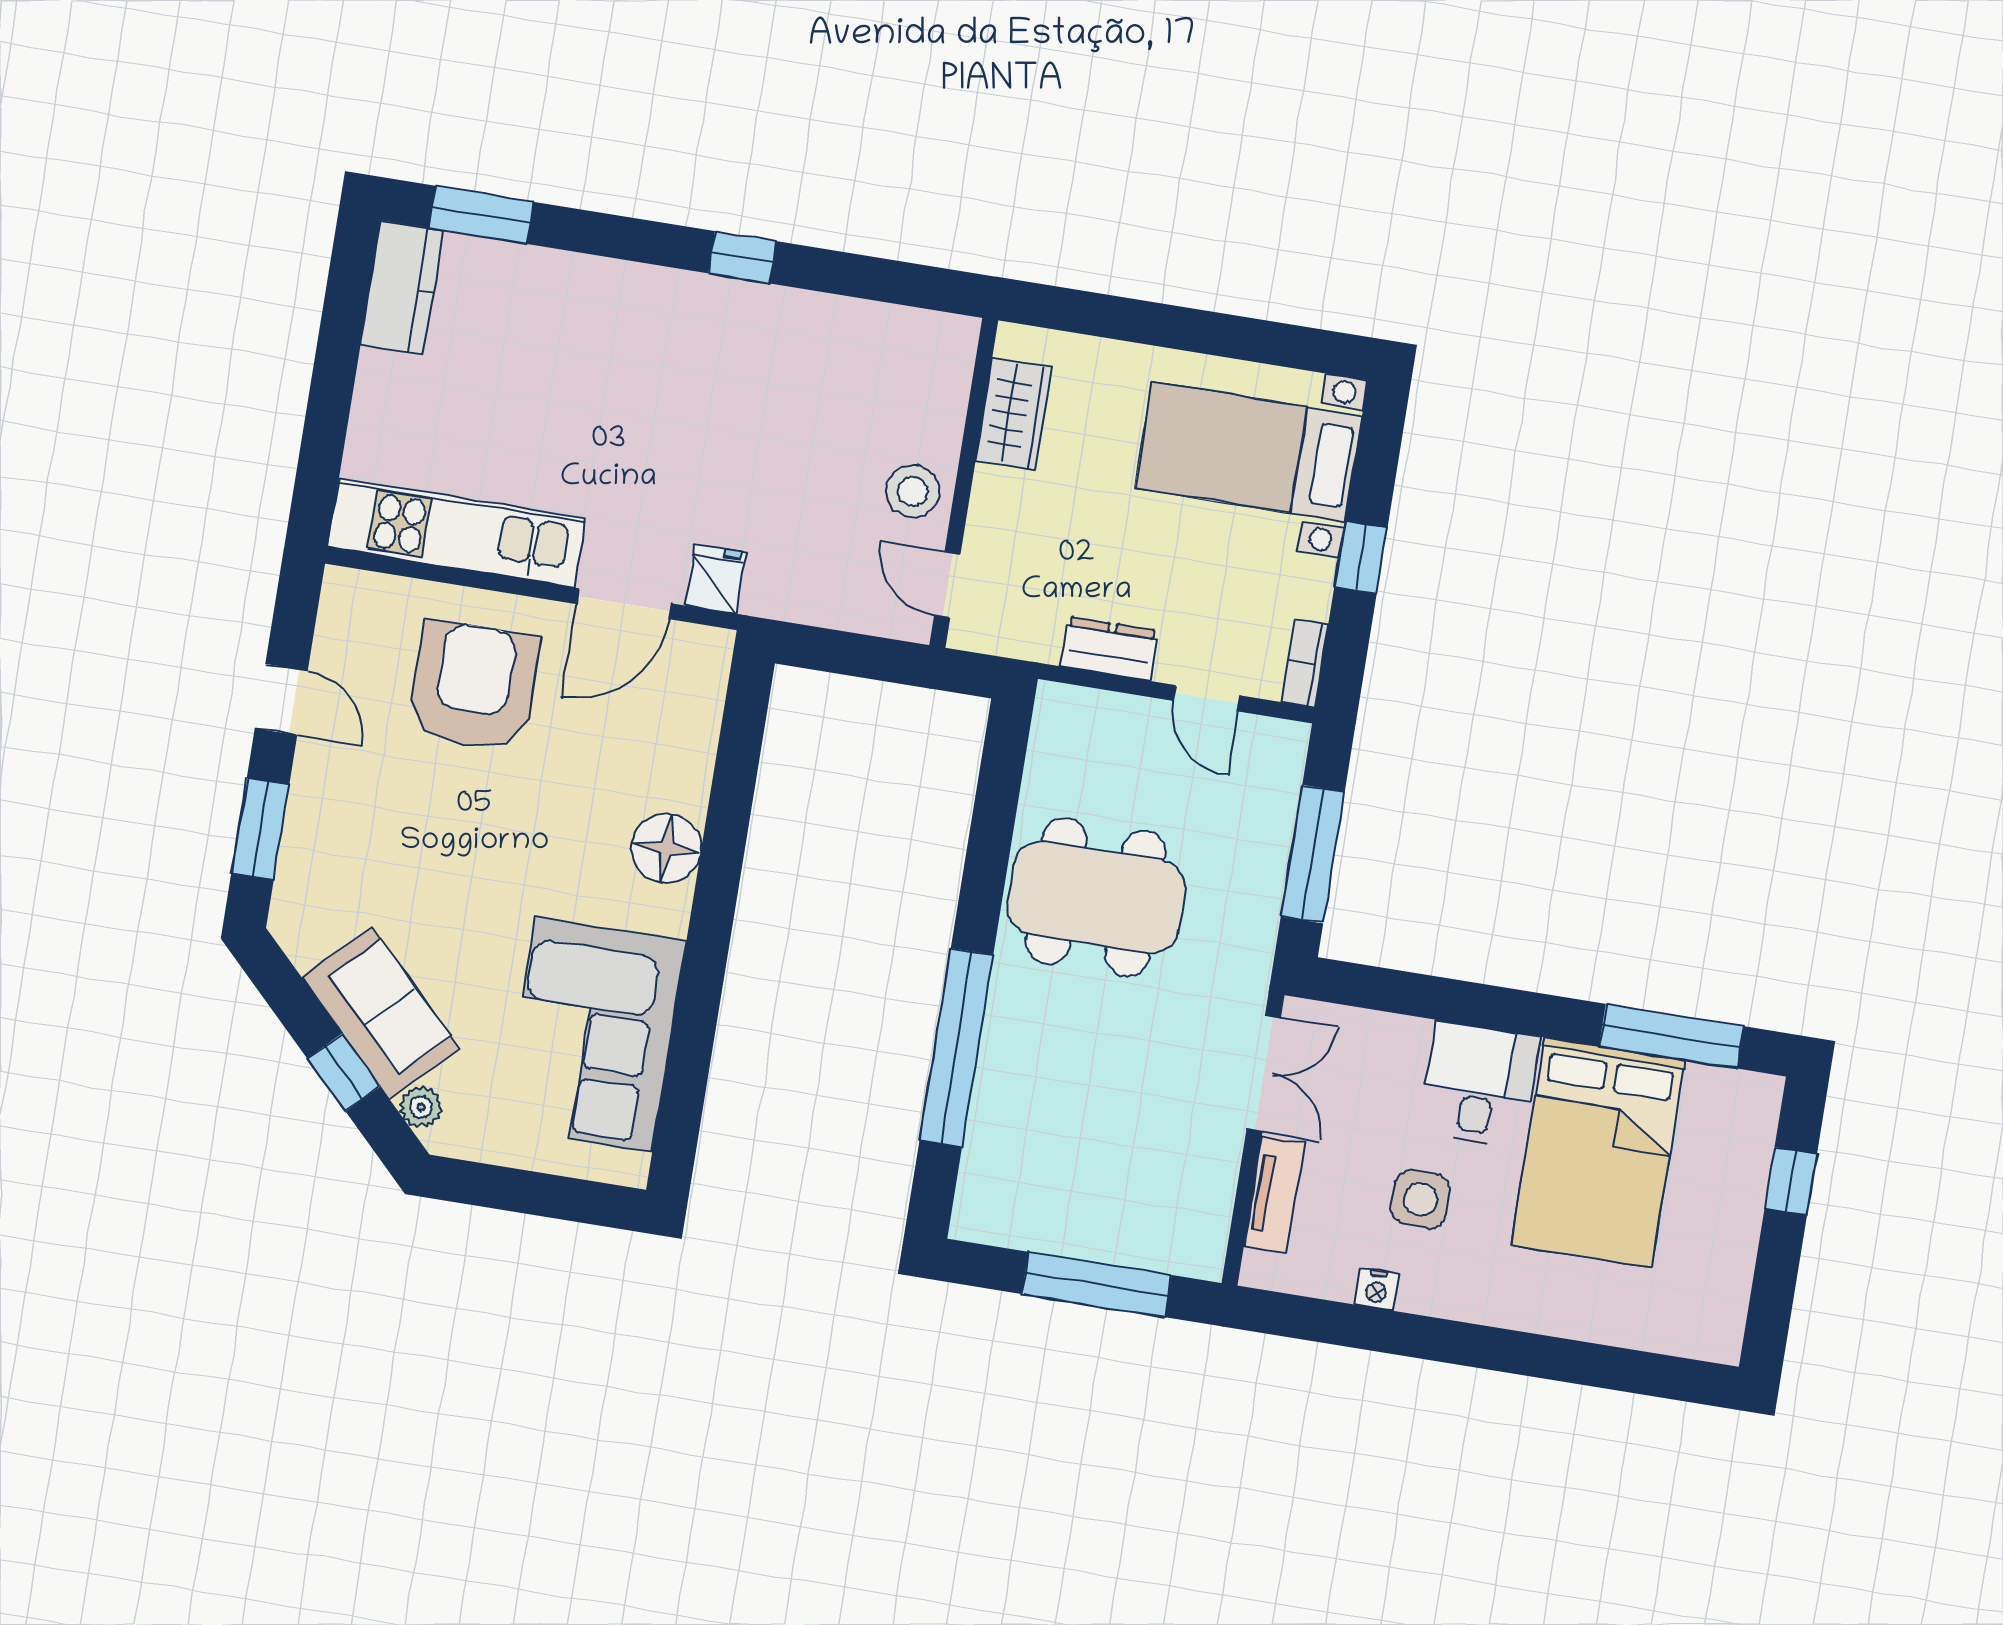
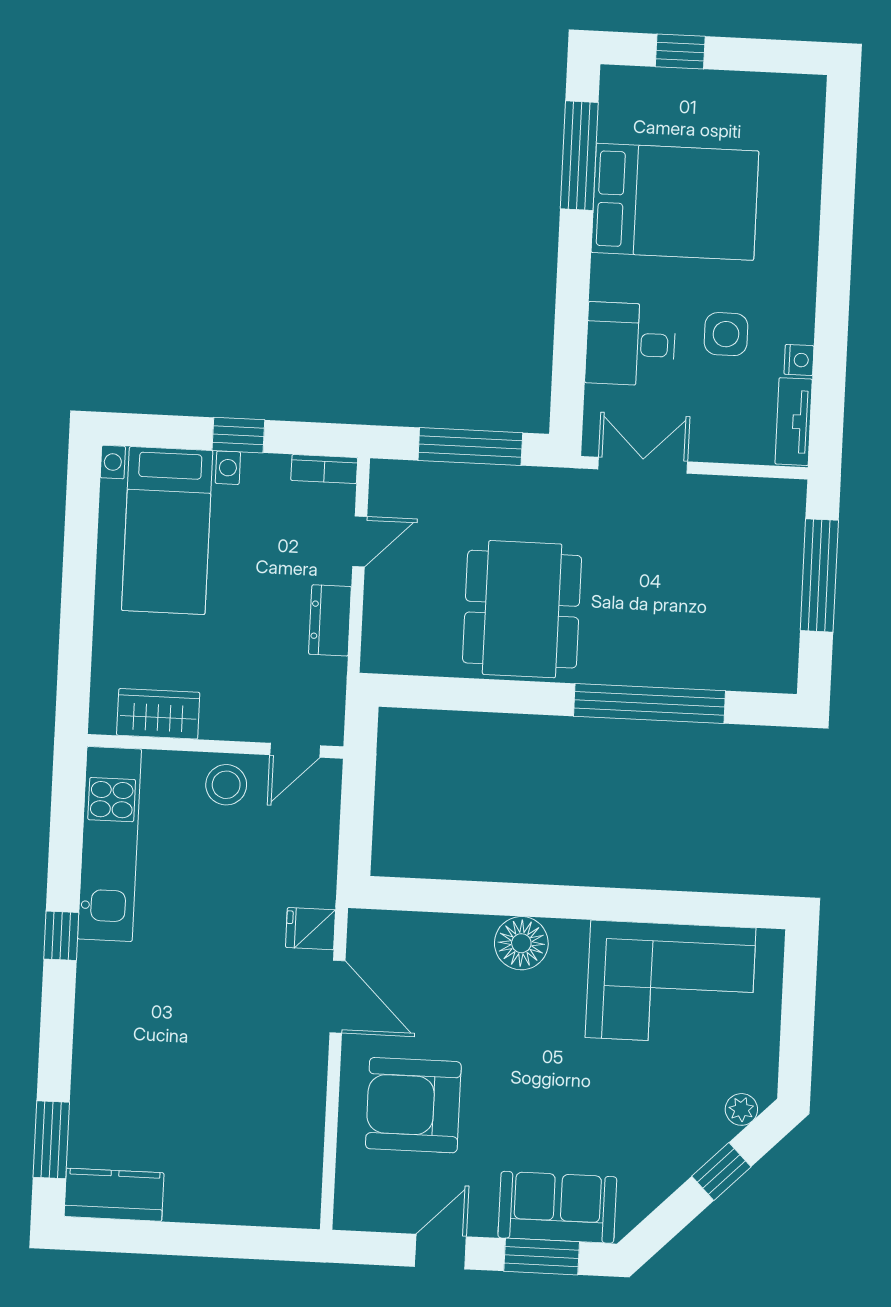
kitchen unit: (456, 533) -> (110, 844), moved, turned 180
sofa: (381, 1013) -> (557, 1207), moved, turned 45
desk: (1479, 1084) -> (631, 344), moved
tv unit: (1274, 1194) -> (794, 422), moved, turned -90

